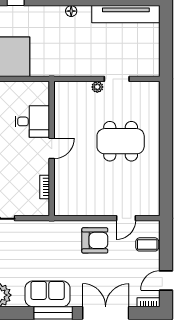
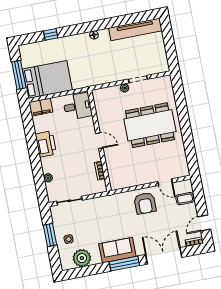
desk: (32, 121) -> (78, 106), moved
dining table: (121, 141) -> (150, 125), width x1.36, depth x1.24
door: (52, 148) -> (99, 141), hinge flipped
door: (126, 218) -> (165, 182), hinge flipped
armchair: (95, 240) -> (145, 203), turned 90

